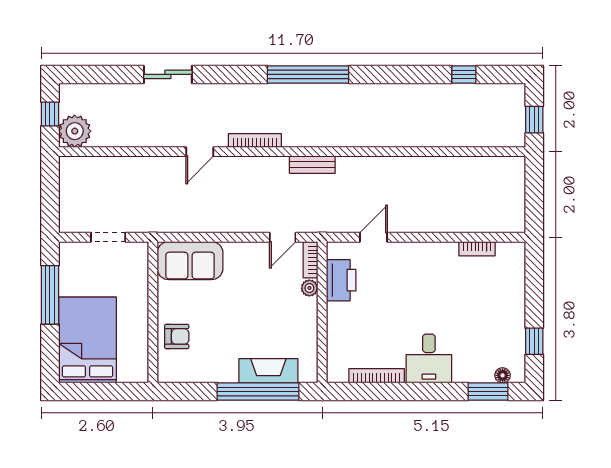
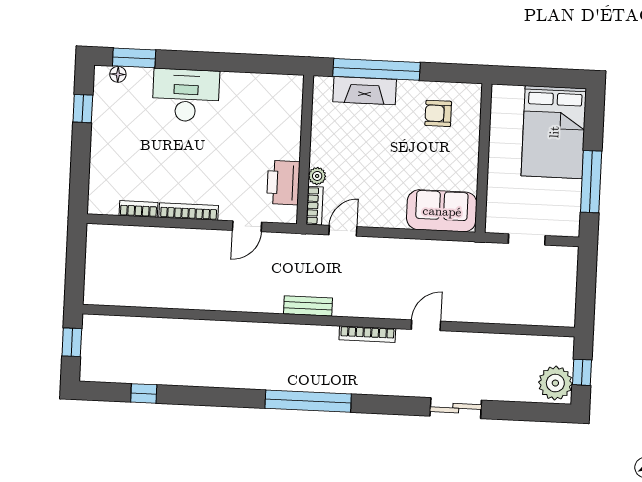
plant: (75, 131) -> (555, 383), moved
armchair: (177, 336) -> (438, 113), moved
desk: (429, 359) -> (186, 95), width x1.37
bookcase: (377, 376) -> (189, 211), moved, turned 180

